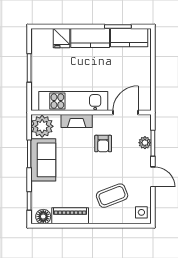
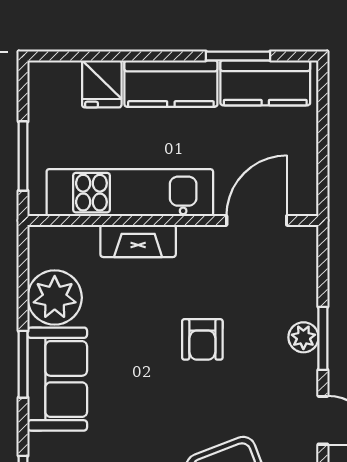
kitchen unit: (73, 101) -> (130, 193), moved
wall: (91, 113) -> (173, 220), moved
door: (126, 113) -> (257, 220), moved
fireplace: (77, 121) -> (138, 241), moved

